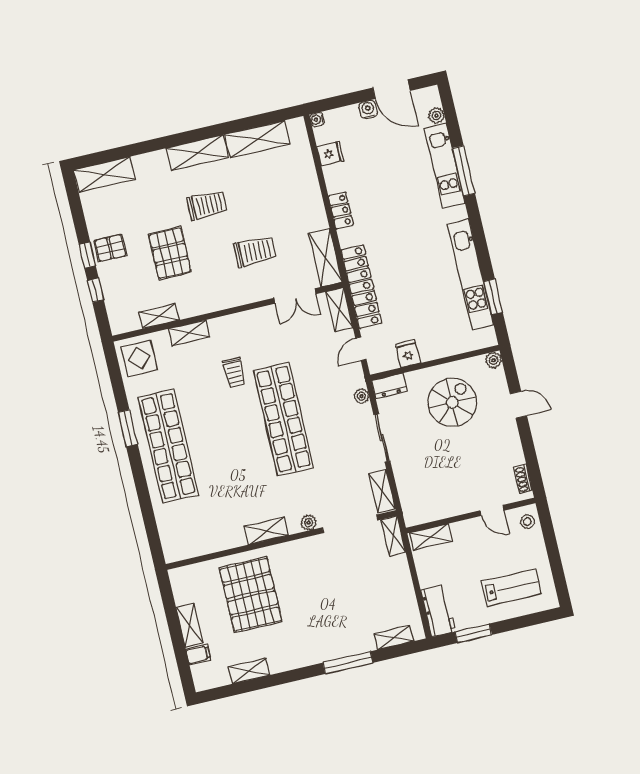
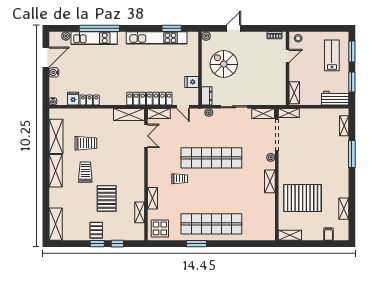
window: (464, 171) -> (99, 28), width x1.46
locker: (341, 211) -> (90, 100), moved
trolley: (255, 251) -> (86, 143), moved, turned 90
pallet: (170, 253) -> (107, 198), turned 90
window: (526, 621) -> (352, 52), added
shelving: (190, 625) -> (290, 235), moved

